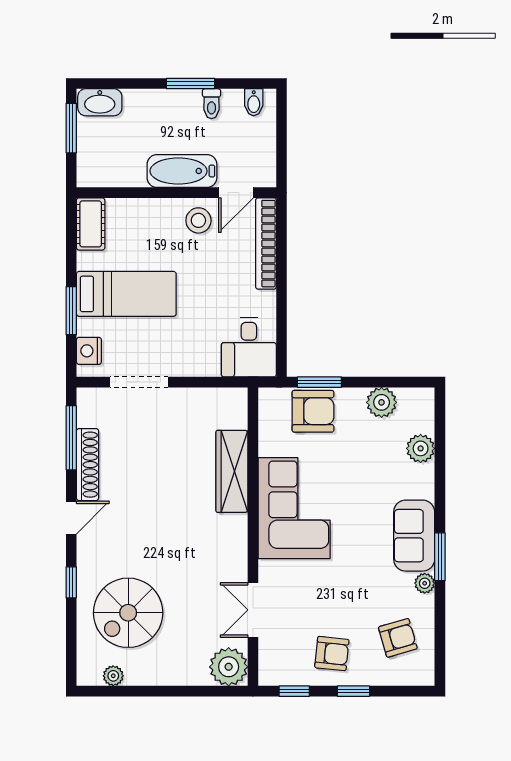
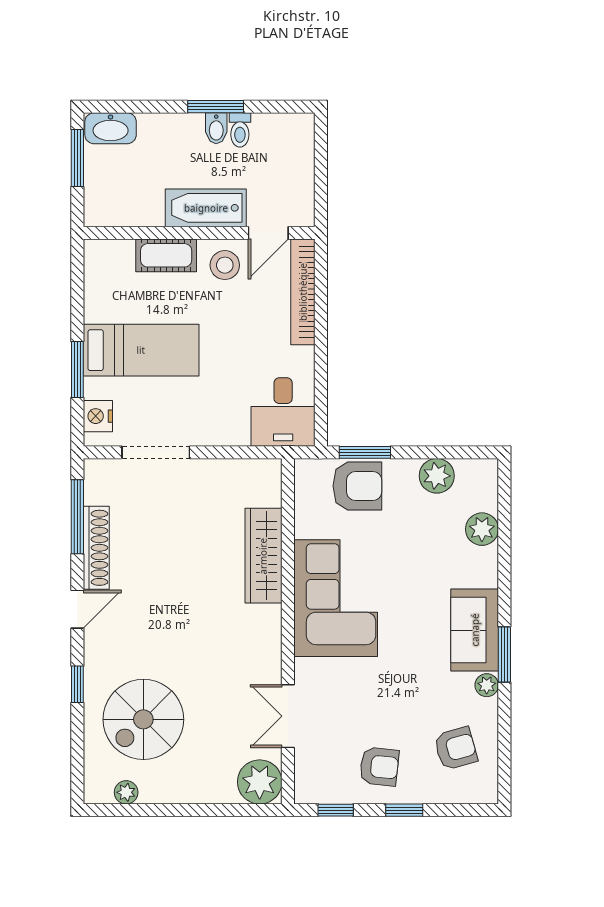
bidet: (254, 102) -> (216, 128), moved
cot: (91, 224) -> (166, 255), moved, turned 90

